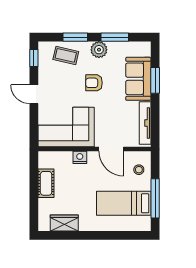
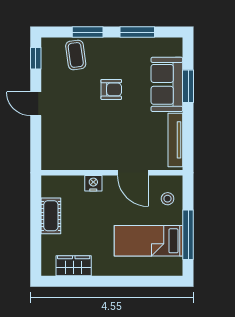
plant: (99, 50) -> (117, 48), removed
coffee table: (66, 55) -> (76, 55), turned 69
armchair: (94, 83) -> (111, 89), turned 180
corner sofa: (66, 127) -> (76, 145), removed

